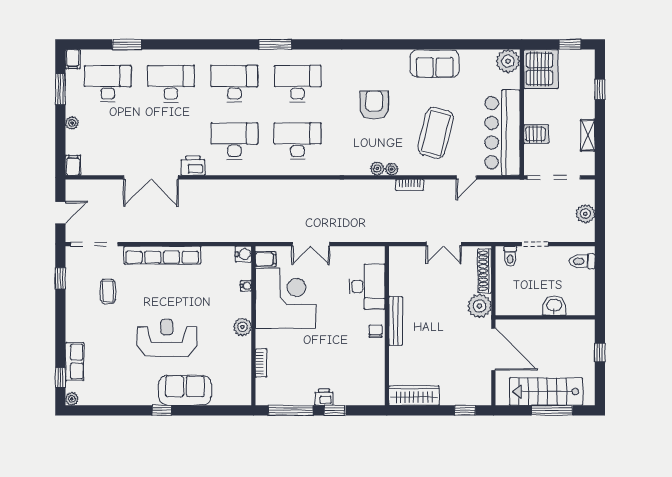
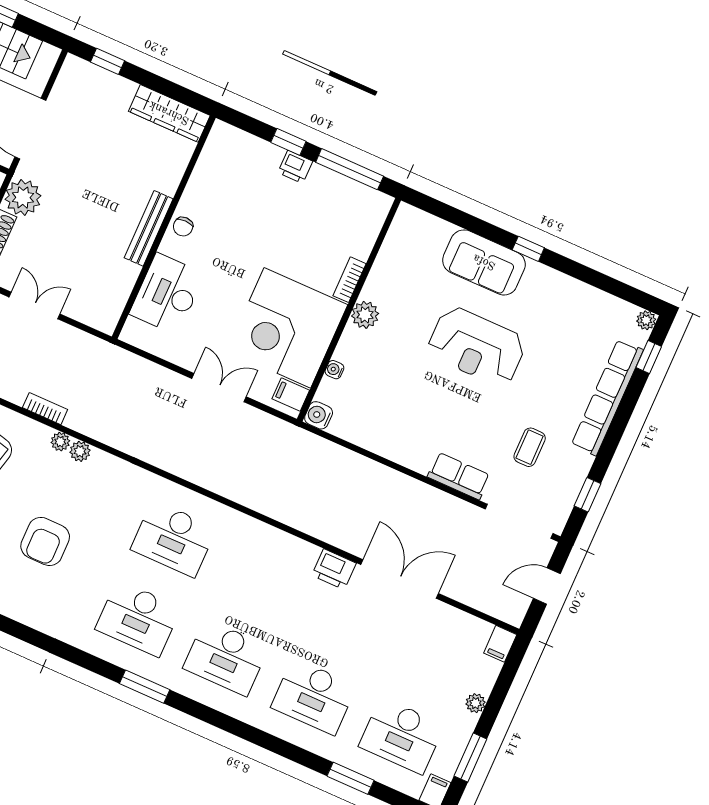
desk: (234, 141) -> (261, 578), removed
row of seats: (162, 255) -> (459, 476), width x0.50
row of seats: (75, 362) -> (607, 397), width x2.02
bookcase: (261, 363) -> (350, 280), moved

